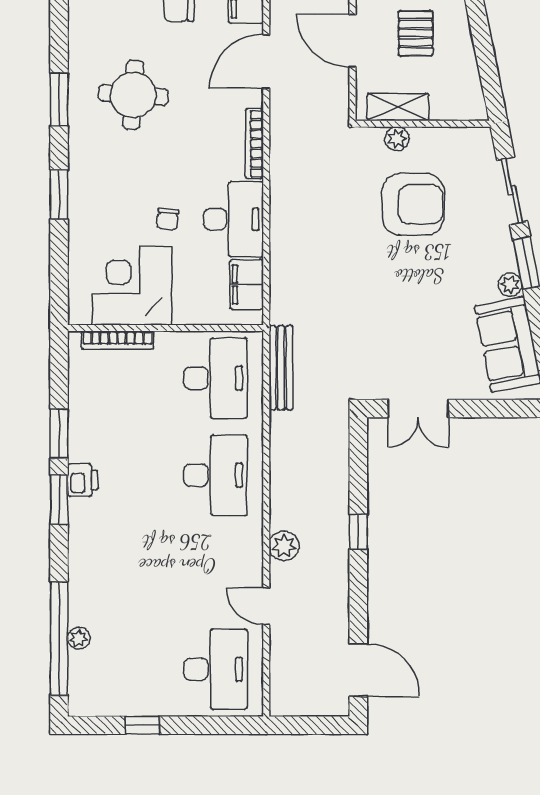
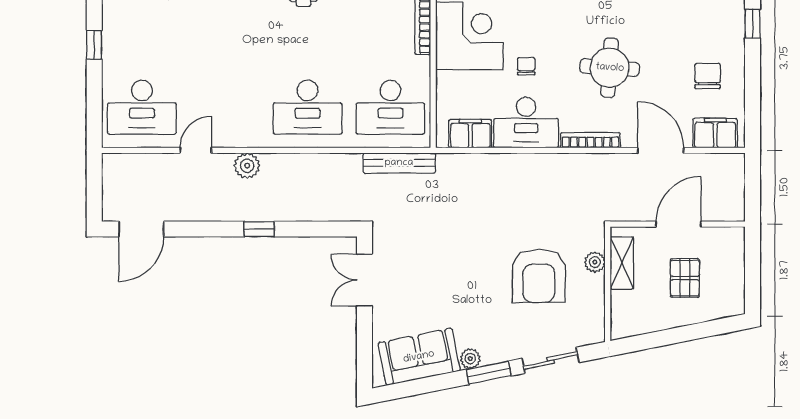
pallet: (416, 33) -> (685, 278), turned 90
round table: (133, 95) -> (610, 68), moved
chair: (167, 219) -> (526, 66), turned 84

